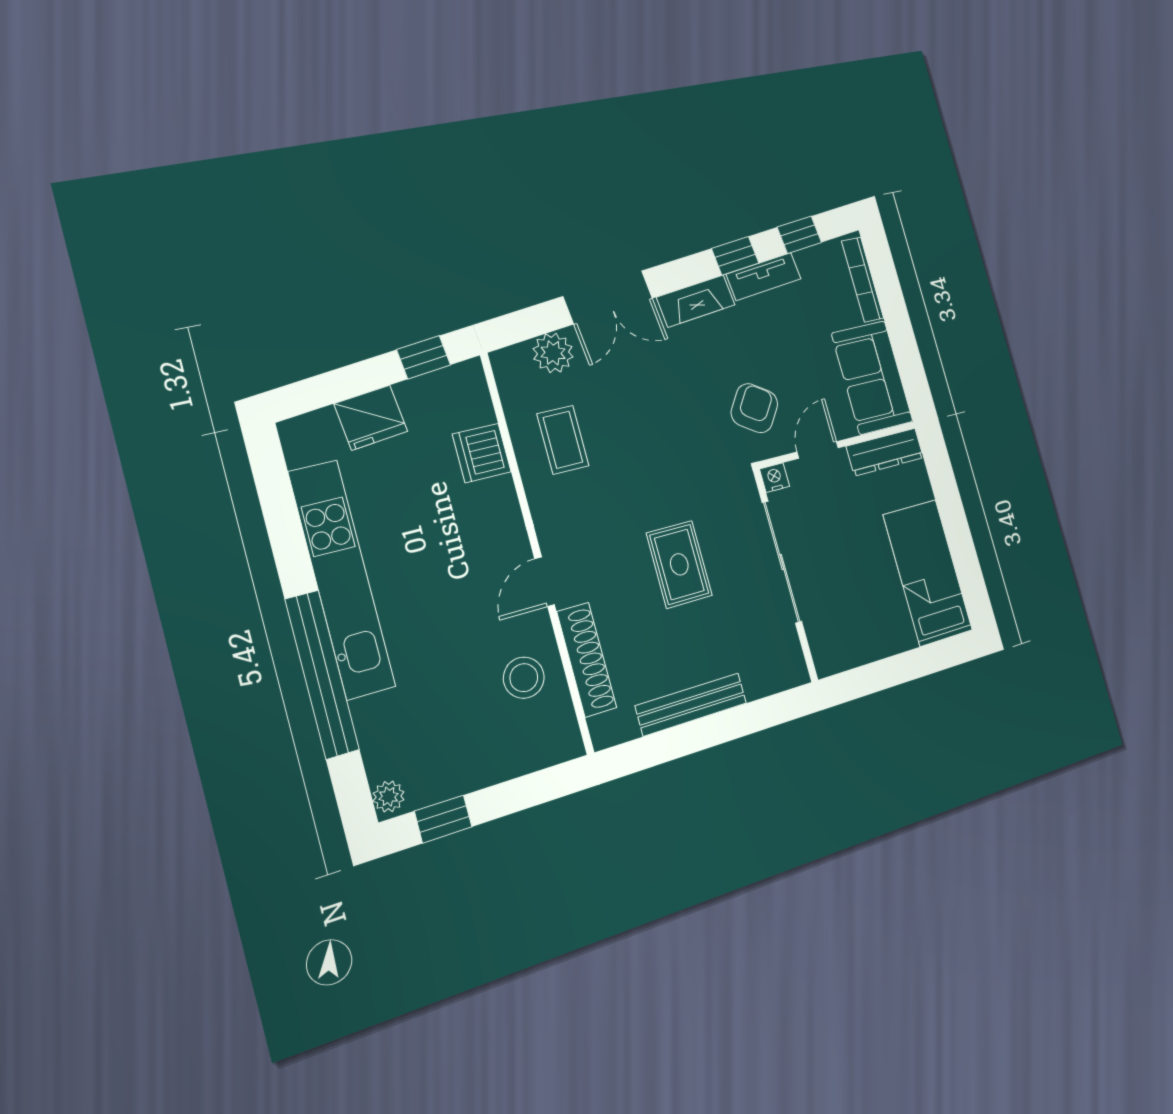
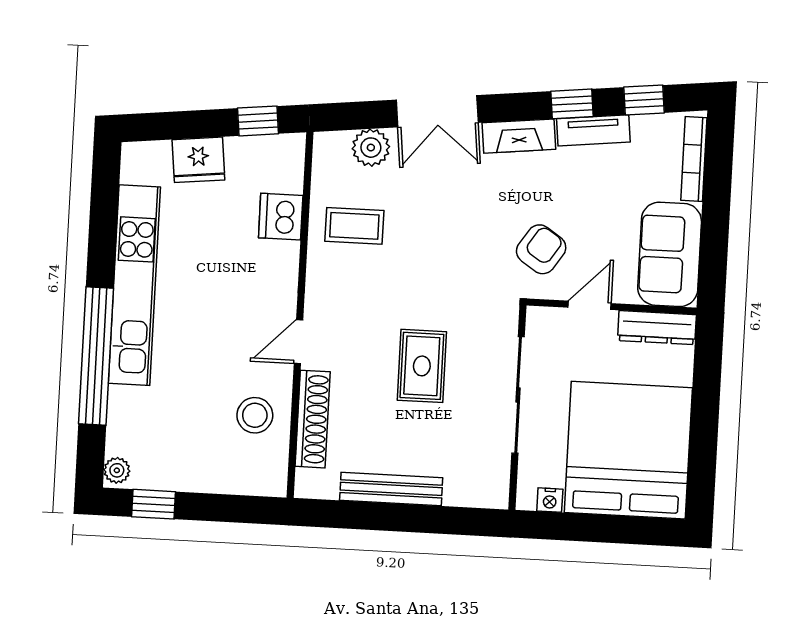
coffee table: (563, 440) -> (354, 226), turned 90
nightstand: (775, 478) -> (550, 500), moved, turned 180
bed: (928, 573) -> (628, 450), width x2.04

